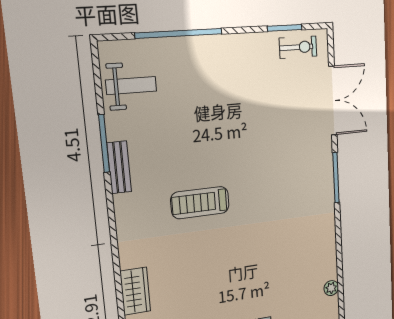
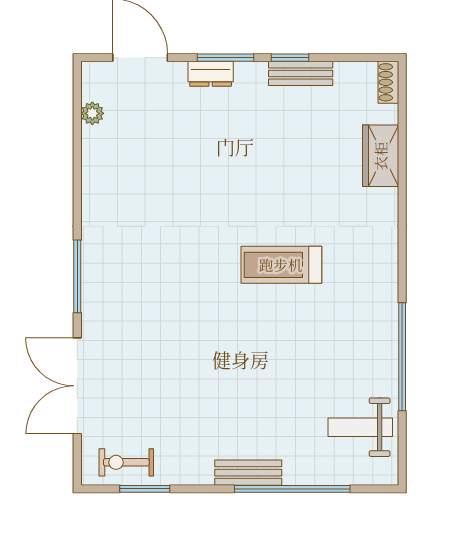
window: (104, 144) -> (402, 357), width x1.46
bench: (119, 167) -> (248, 473), moved, turned 90
treadmill: (200, 203) -> (281, 265), turned 180

